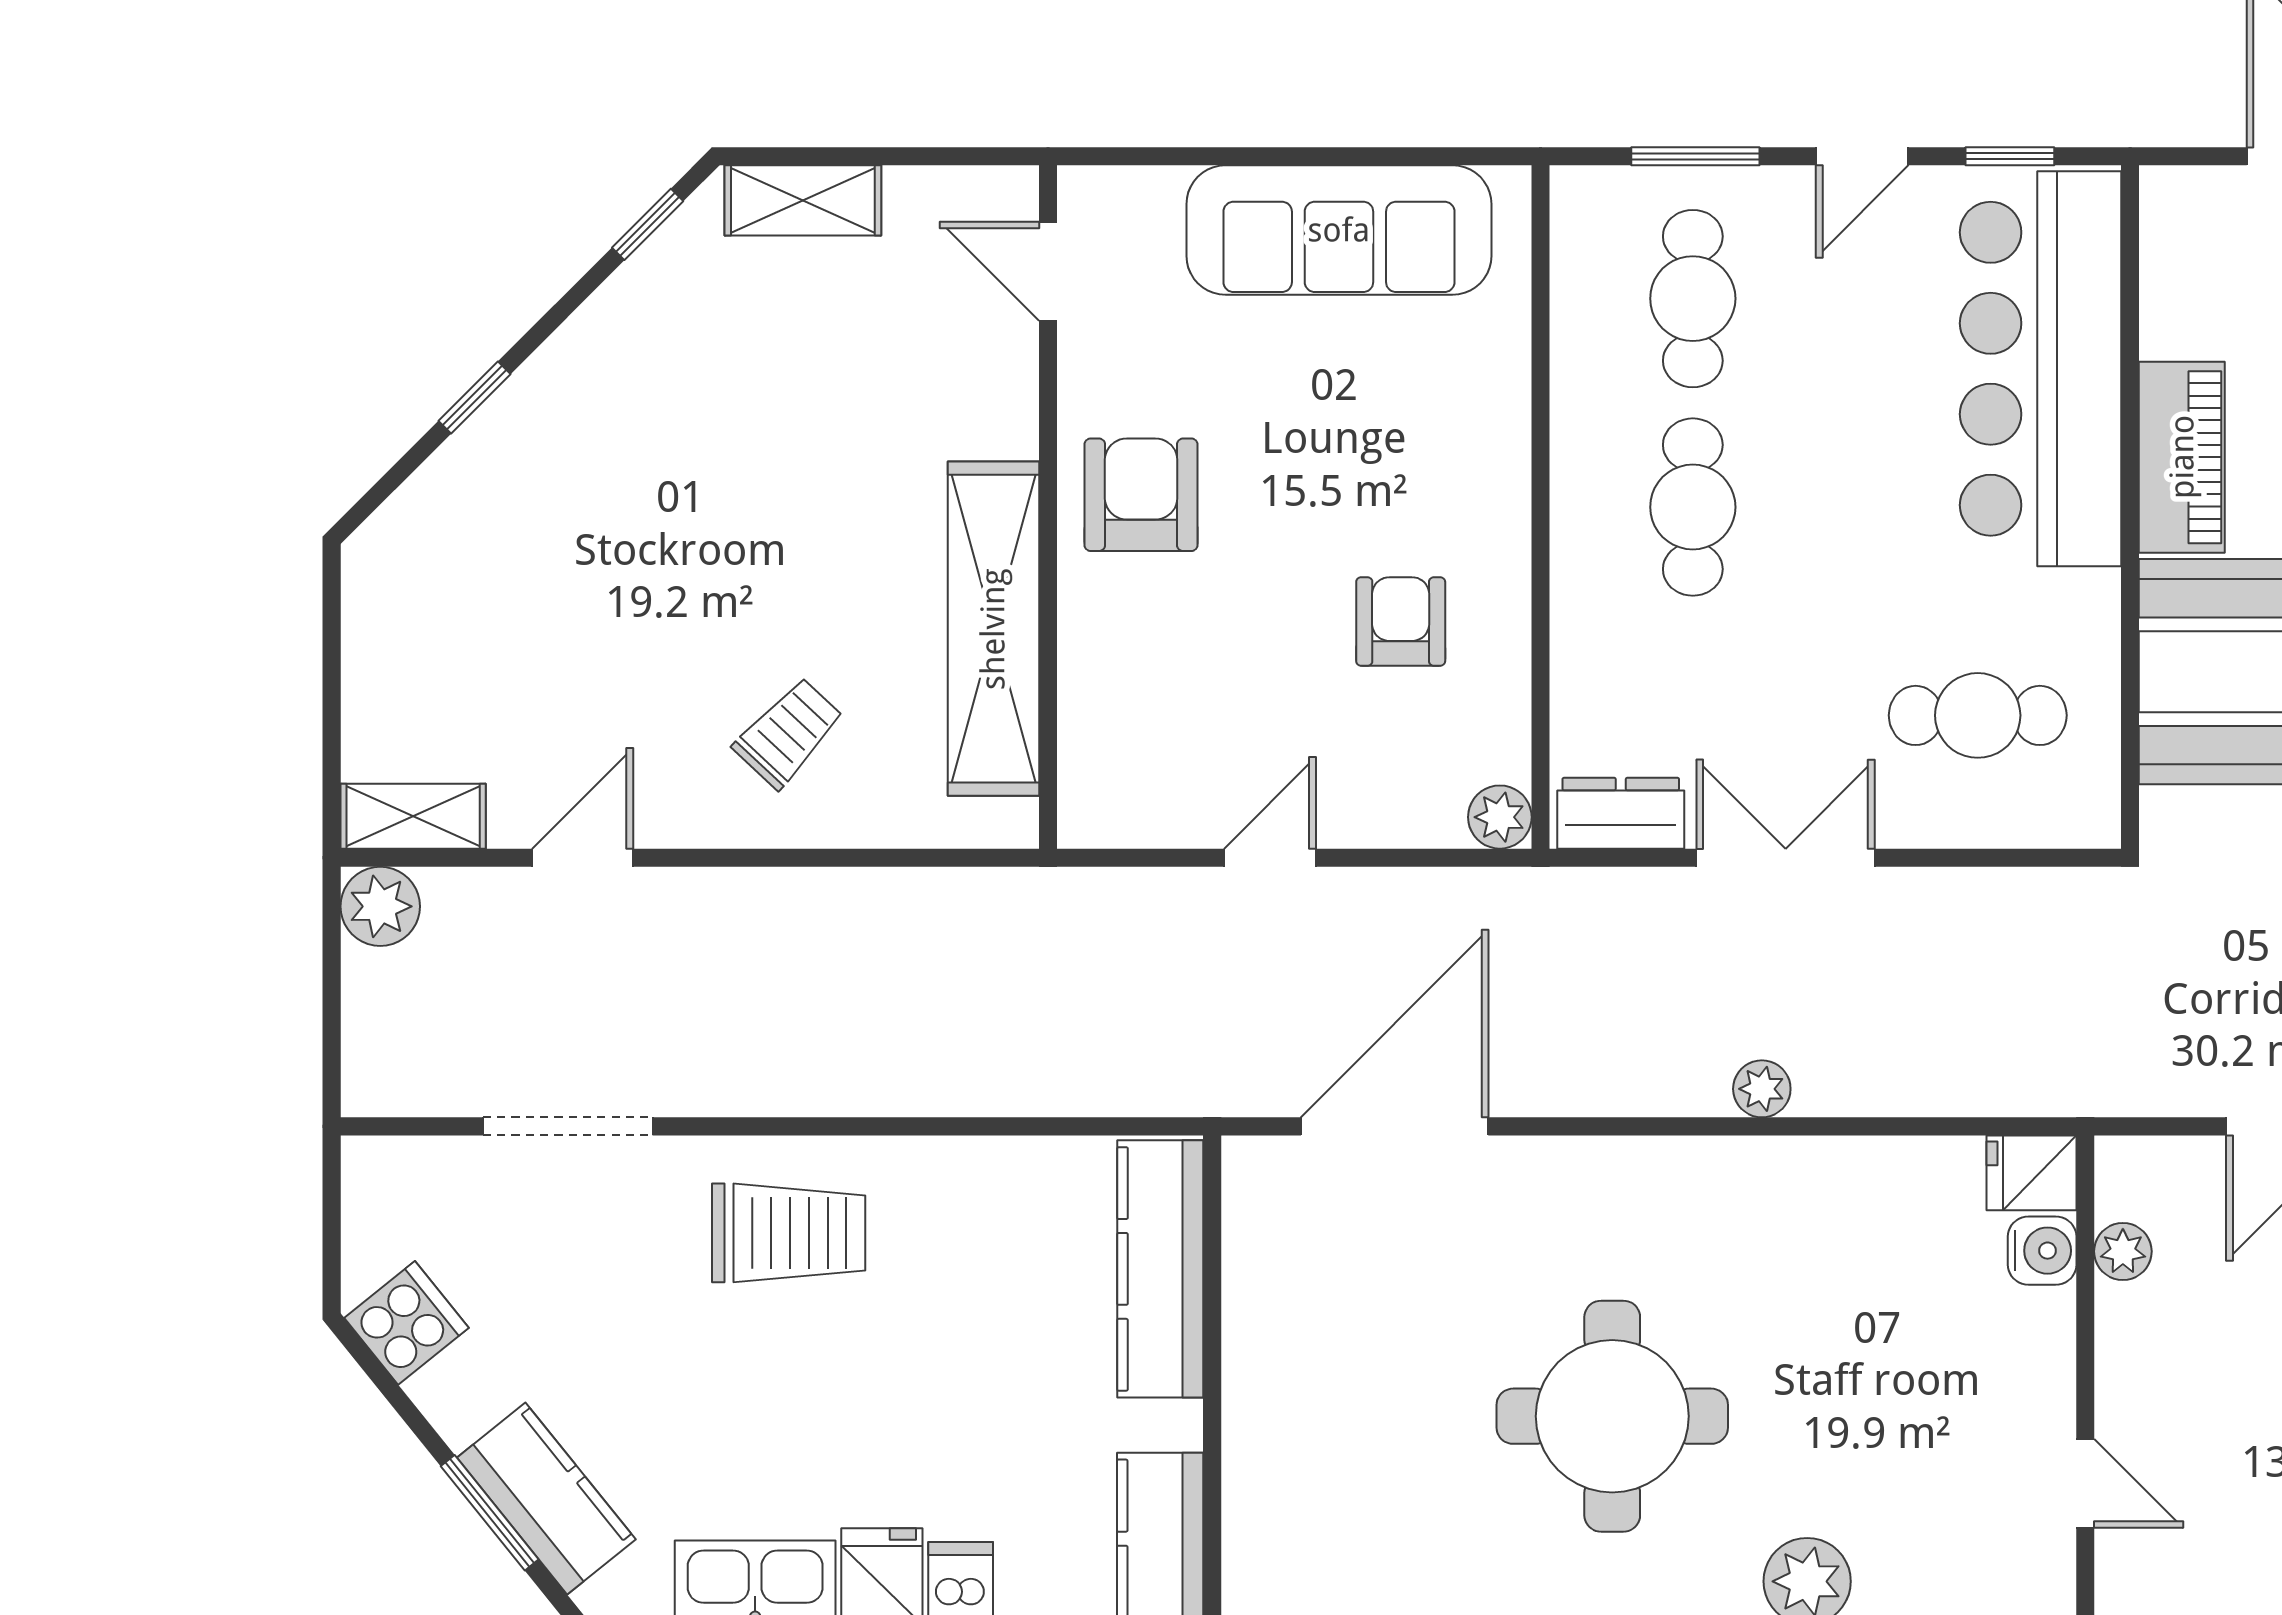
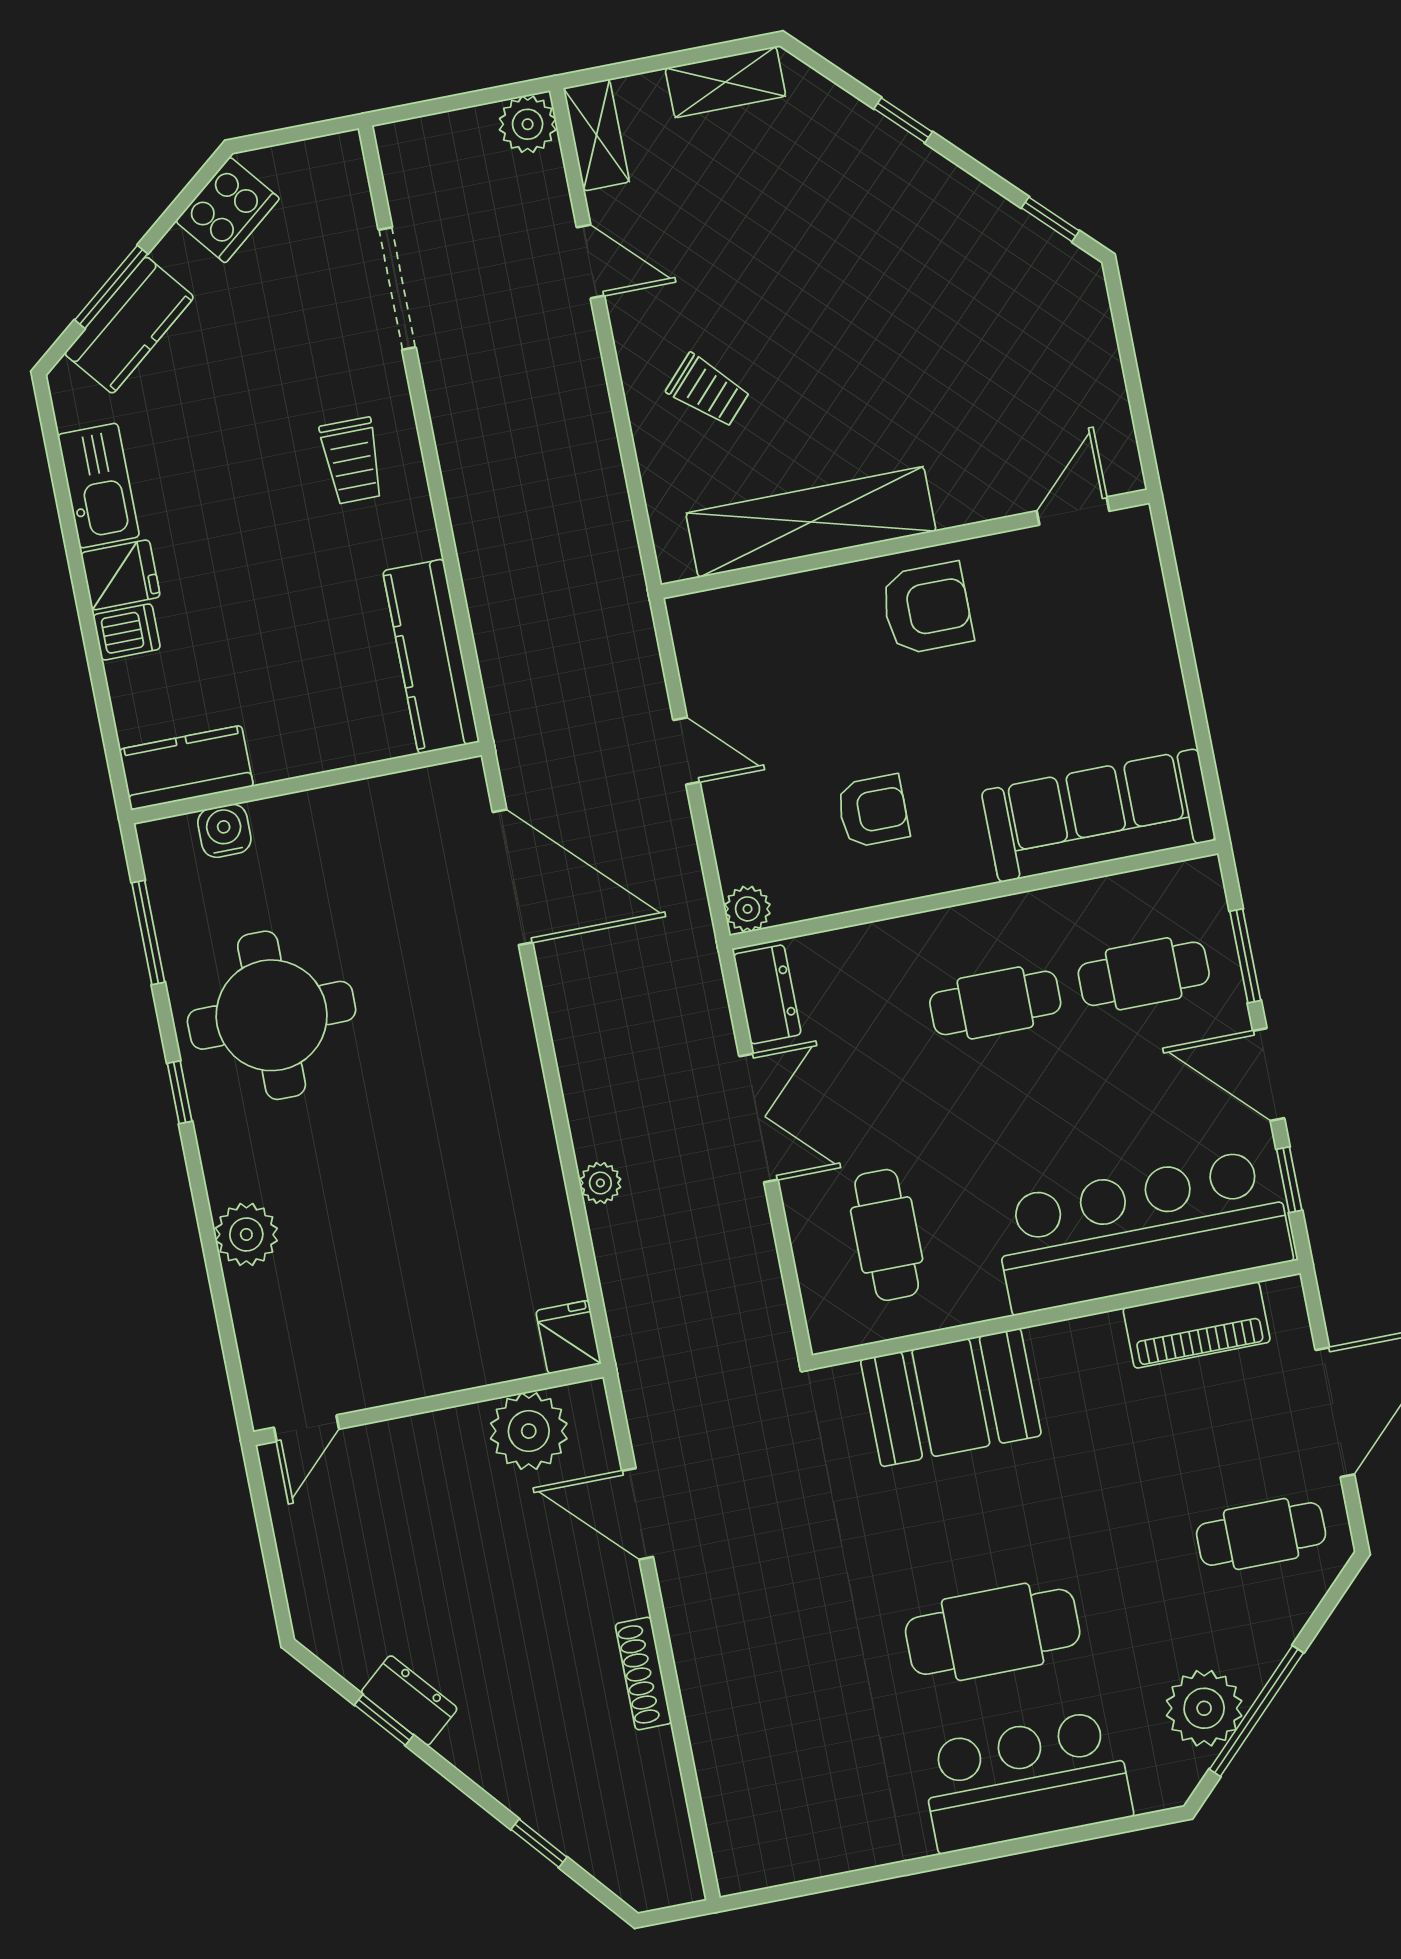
door: (1862, 156) -> (1269, 1075), width x1.38
shelving: (803, 200) -> (725, 82), moved, turned 90
sofa: (1339, 230) -> (1098, 816), moved, turned 90
piano: (2182, 457) -> (1197, 1325), moved
plant: (1762, 1089) -> (600, 1183), moved
trolley: (789, 1233) -> (352, 461), width x0.73, depth x0.72
water cooler: (2042, 1251) -> (224, 831), moved, turned 180
plant: (2123, 1251) -> (529, 1431), width x1.88, depth x1.88
kitchen counter: (1160, 1269) -> (431, 657), moved, turned -90
cooker: (407, 1323) -> (227, 210), width x1.36
round table: (1612, 1416) -> (272, 1015), moved
door: (2085, 1483) -> (306, 1428), moved

